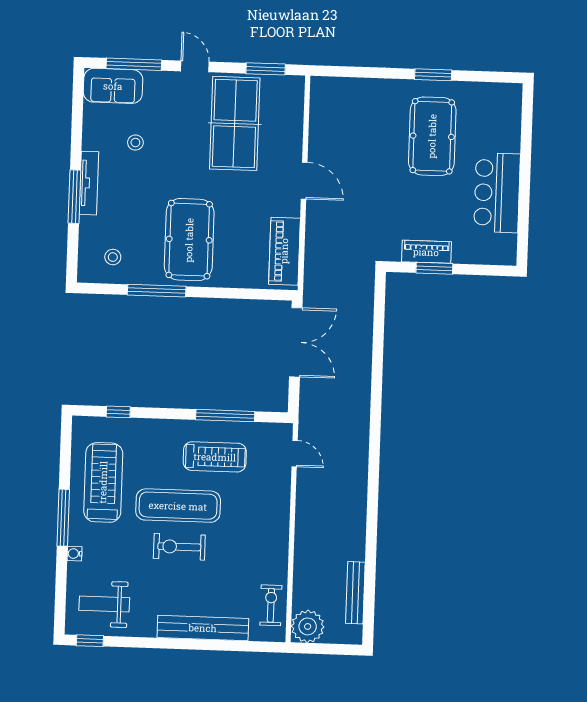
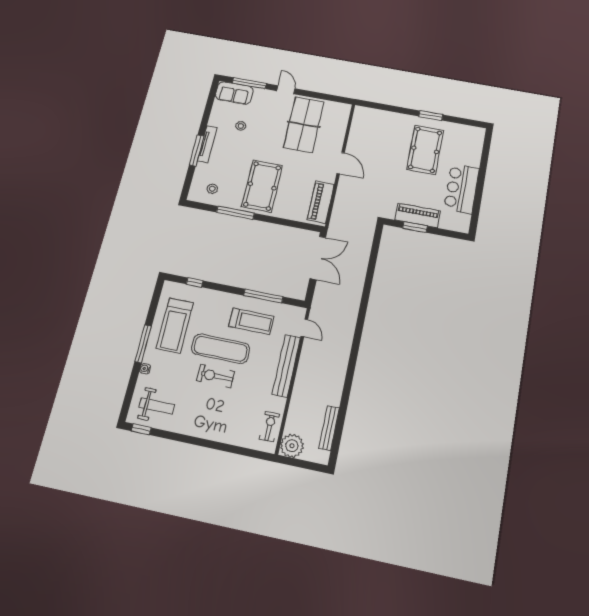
window: (266, 69) -> (328, 97), removed
piano: (426, 252) -> (417, 215), width x1.37, depth x1.33
treadmill: (103, 482) -> (175, 325), turned 180
weight bench: (104, 604) -> (157, 406), turned 180
bench: (203, 628) -> (286, 366), moved, turned 90

